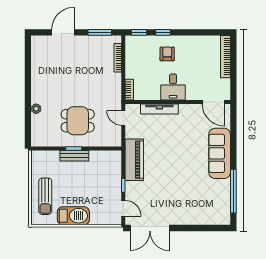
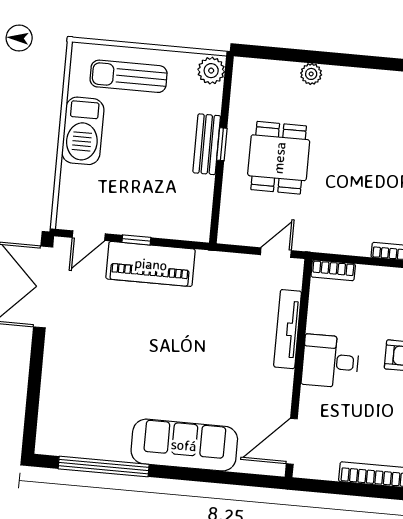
plant: (39, 157) -> (211, 71), added
piano: (134, 160) -> (151, 264), moved

